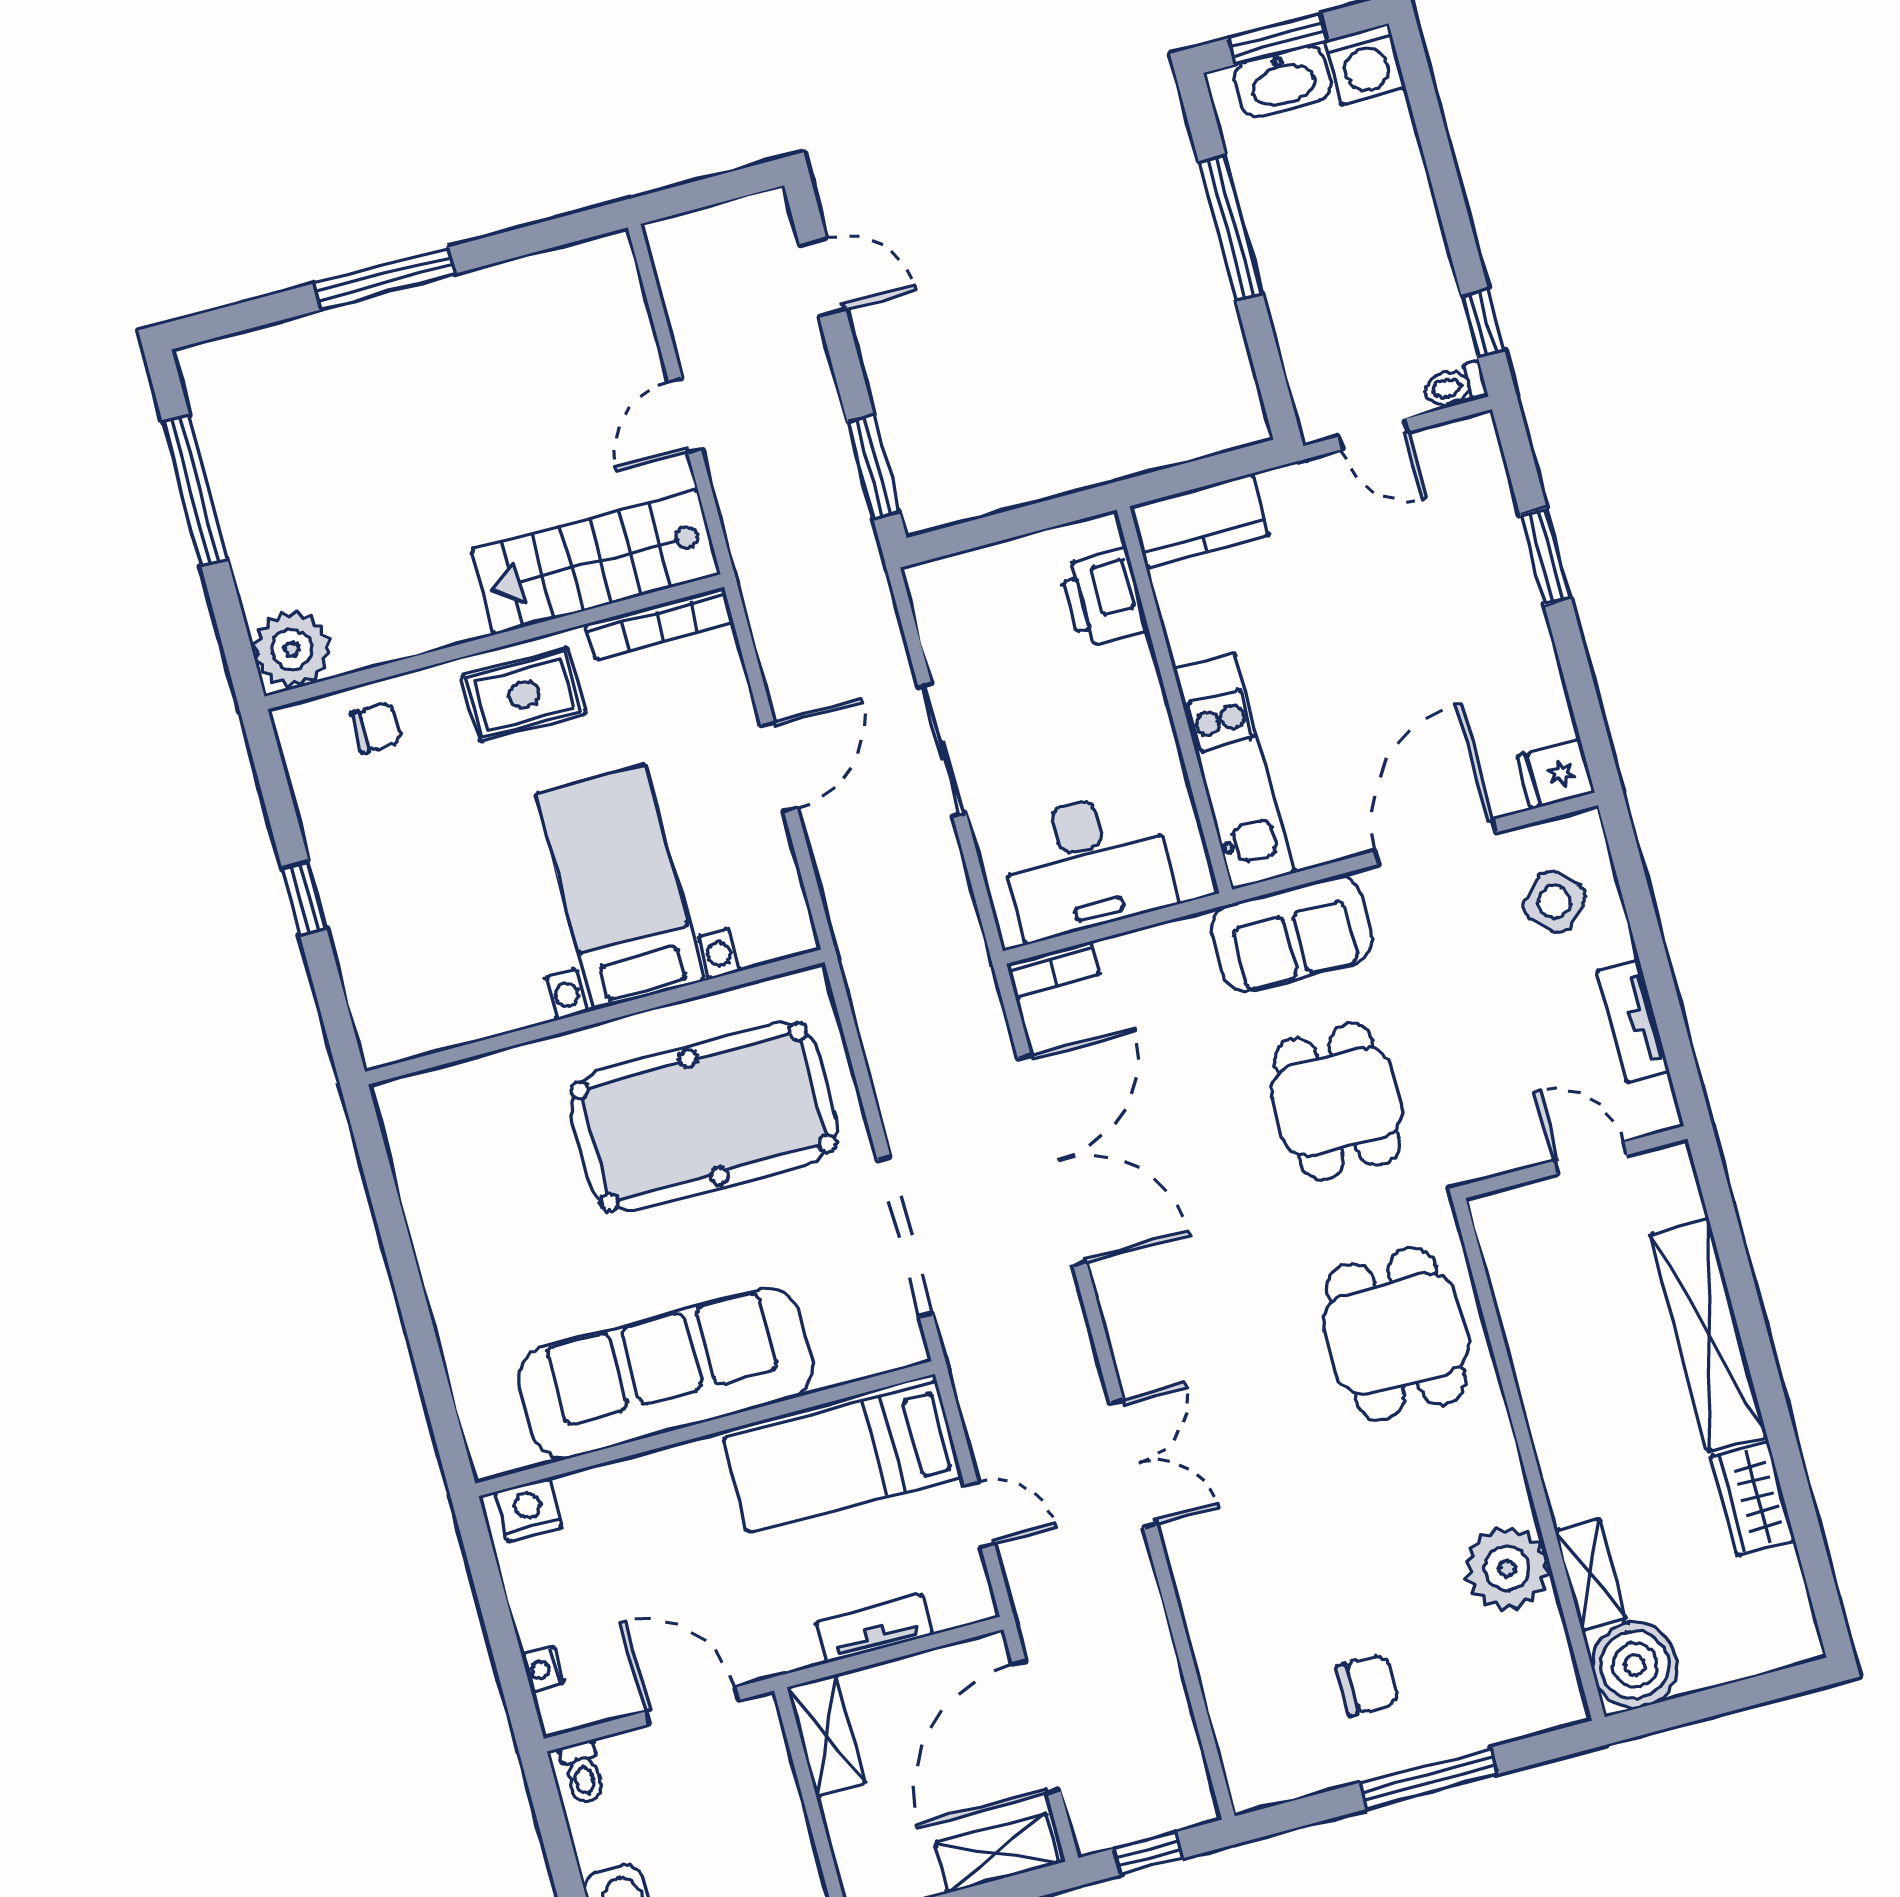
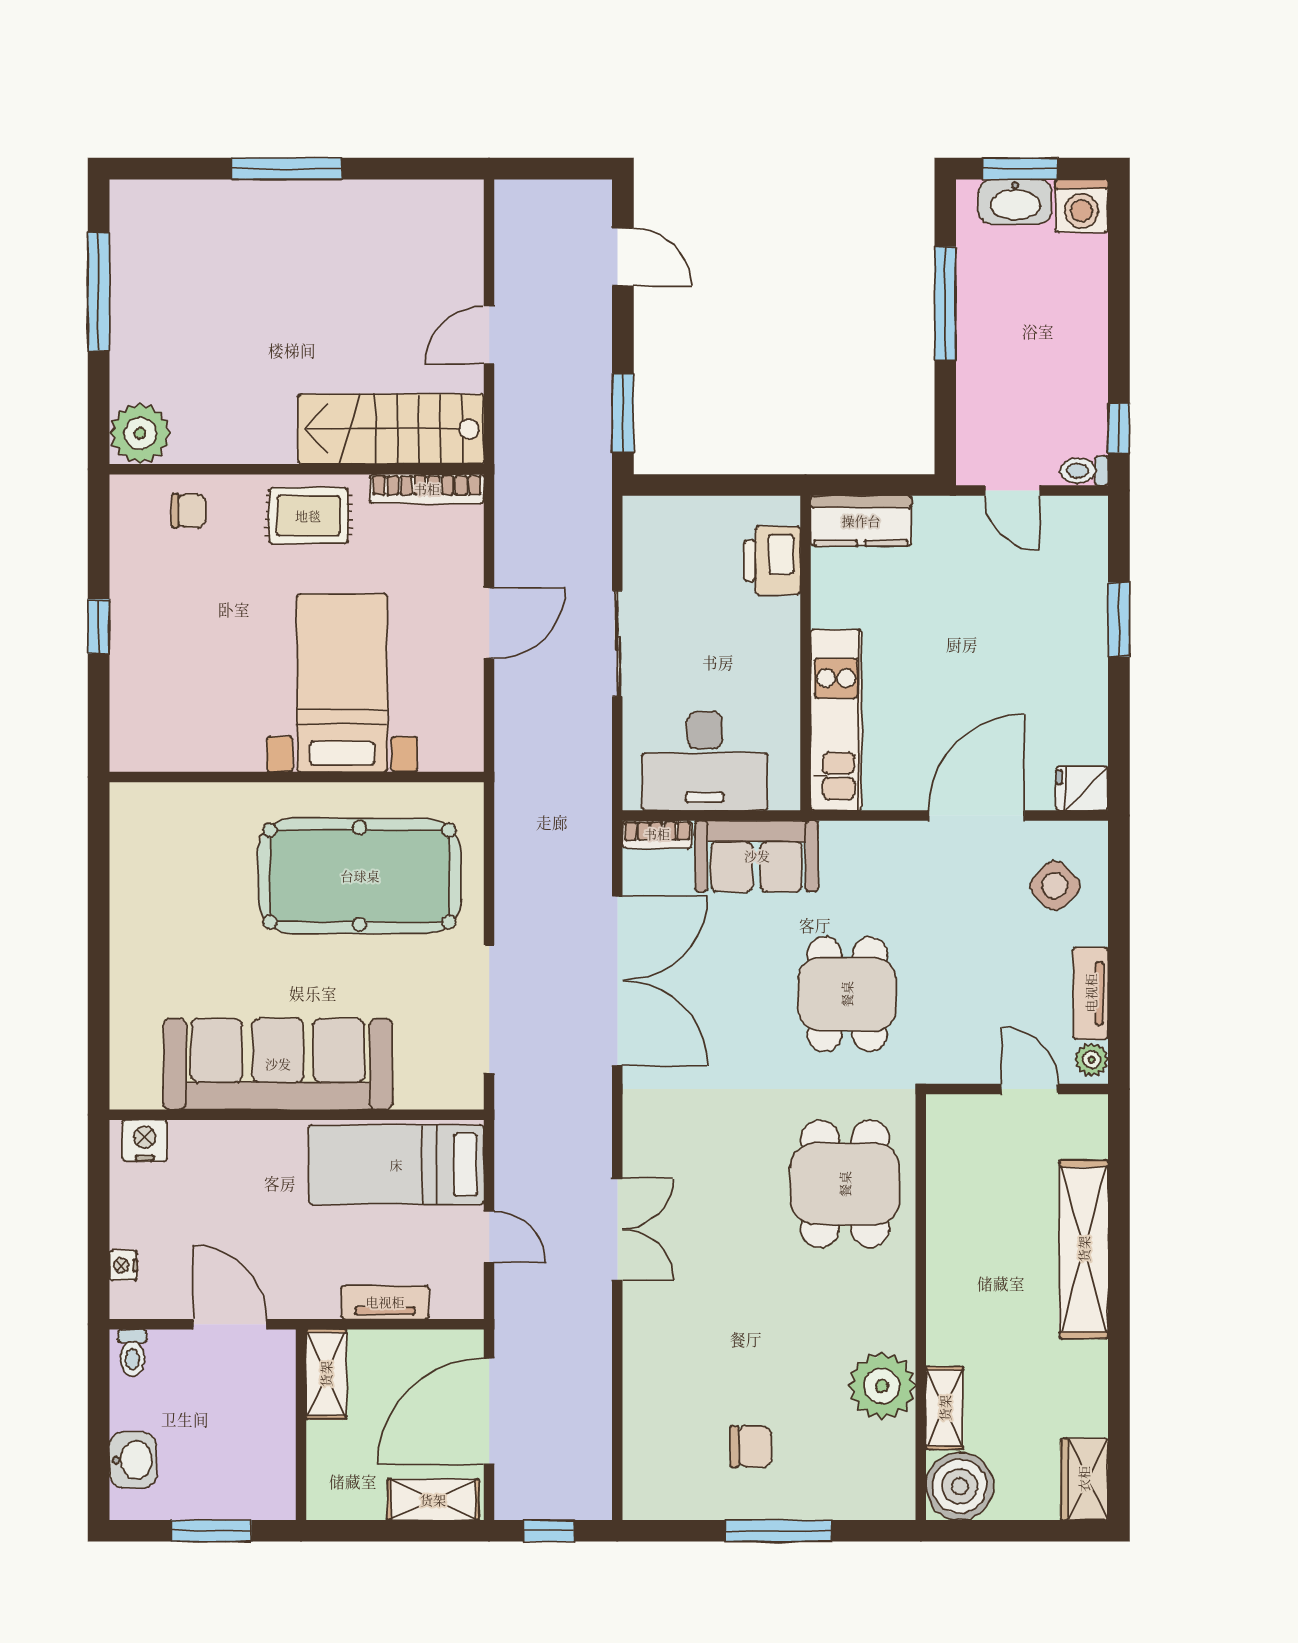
sofa: (1292, 934) -> (757, 856), moved
plant: (1656, 1102) -> (1091, 1059), added
wardrobe: (1753, 1498) -> (1084, 1479), moved

